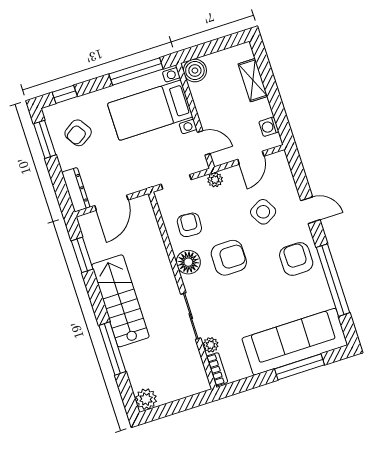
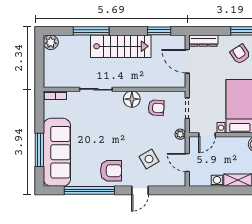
washing machine: (269, 127) -> (217, 181), moved
armchair: (229, 258) -> (126, 127), removed
plant: (211, 345) -> (73, 96), removed

